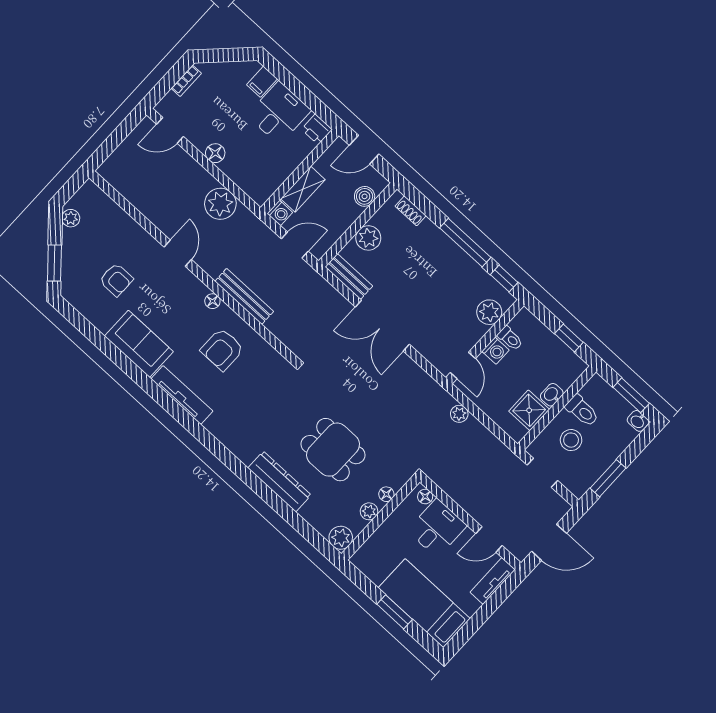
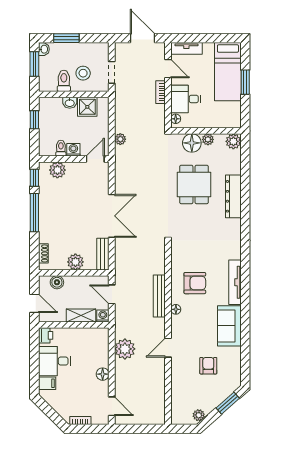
window: (608, 478) -> (66, 38), moved
floor lamp: (386, 494) -> (192, 143), width x1.89, depth x1.89
bookcase: (470, 507) -> (161, 92), added

